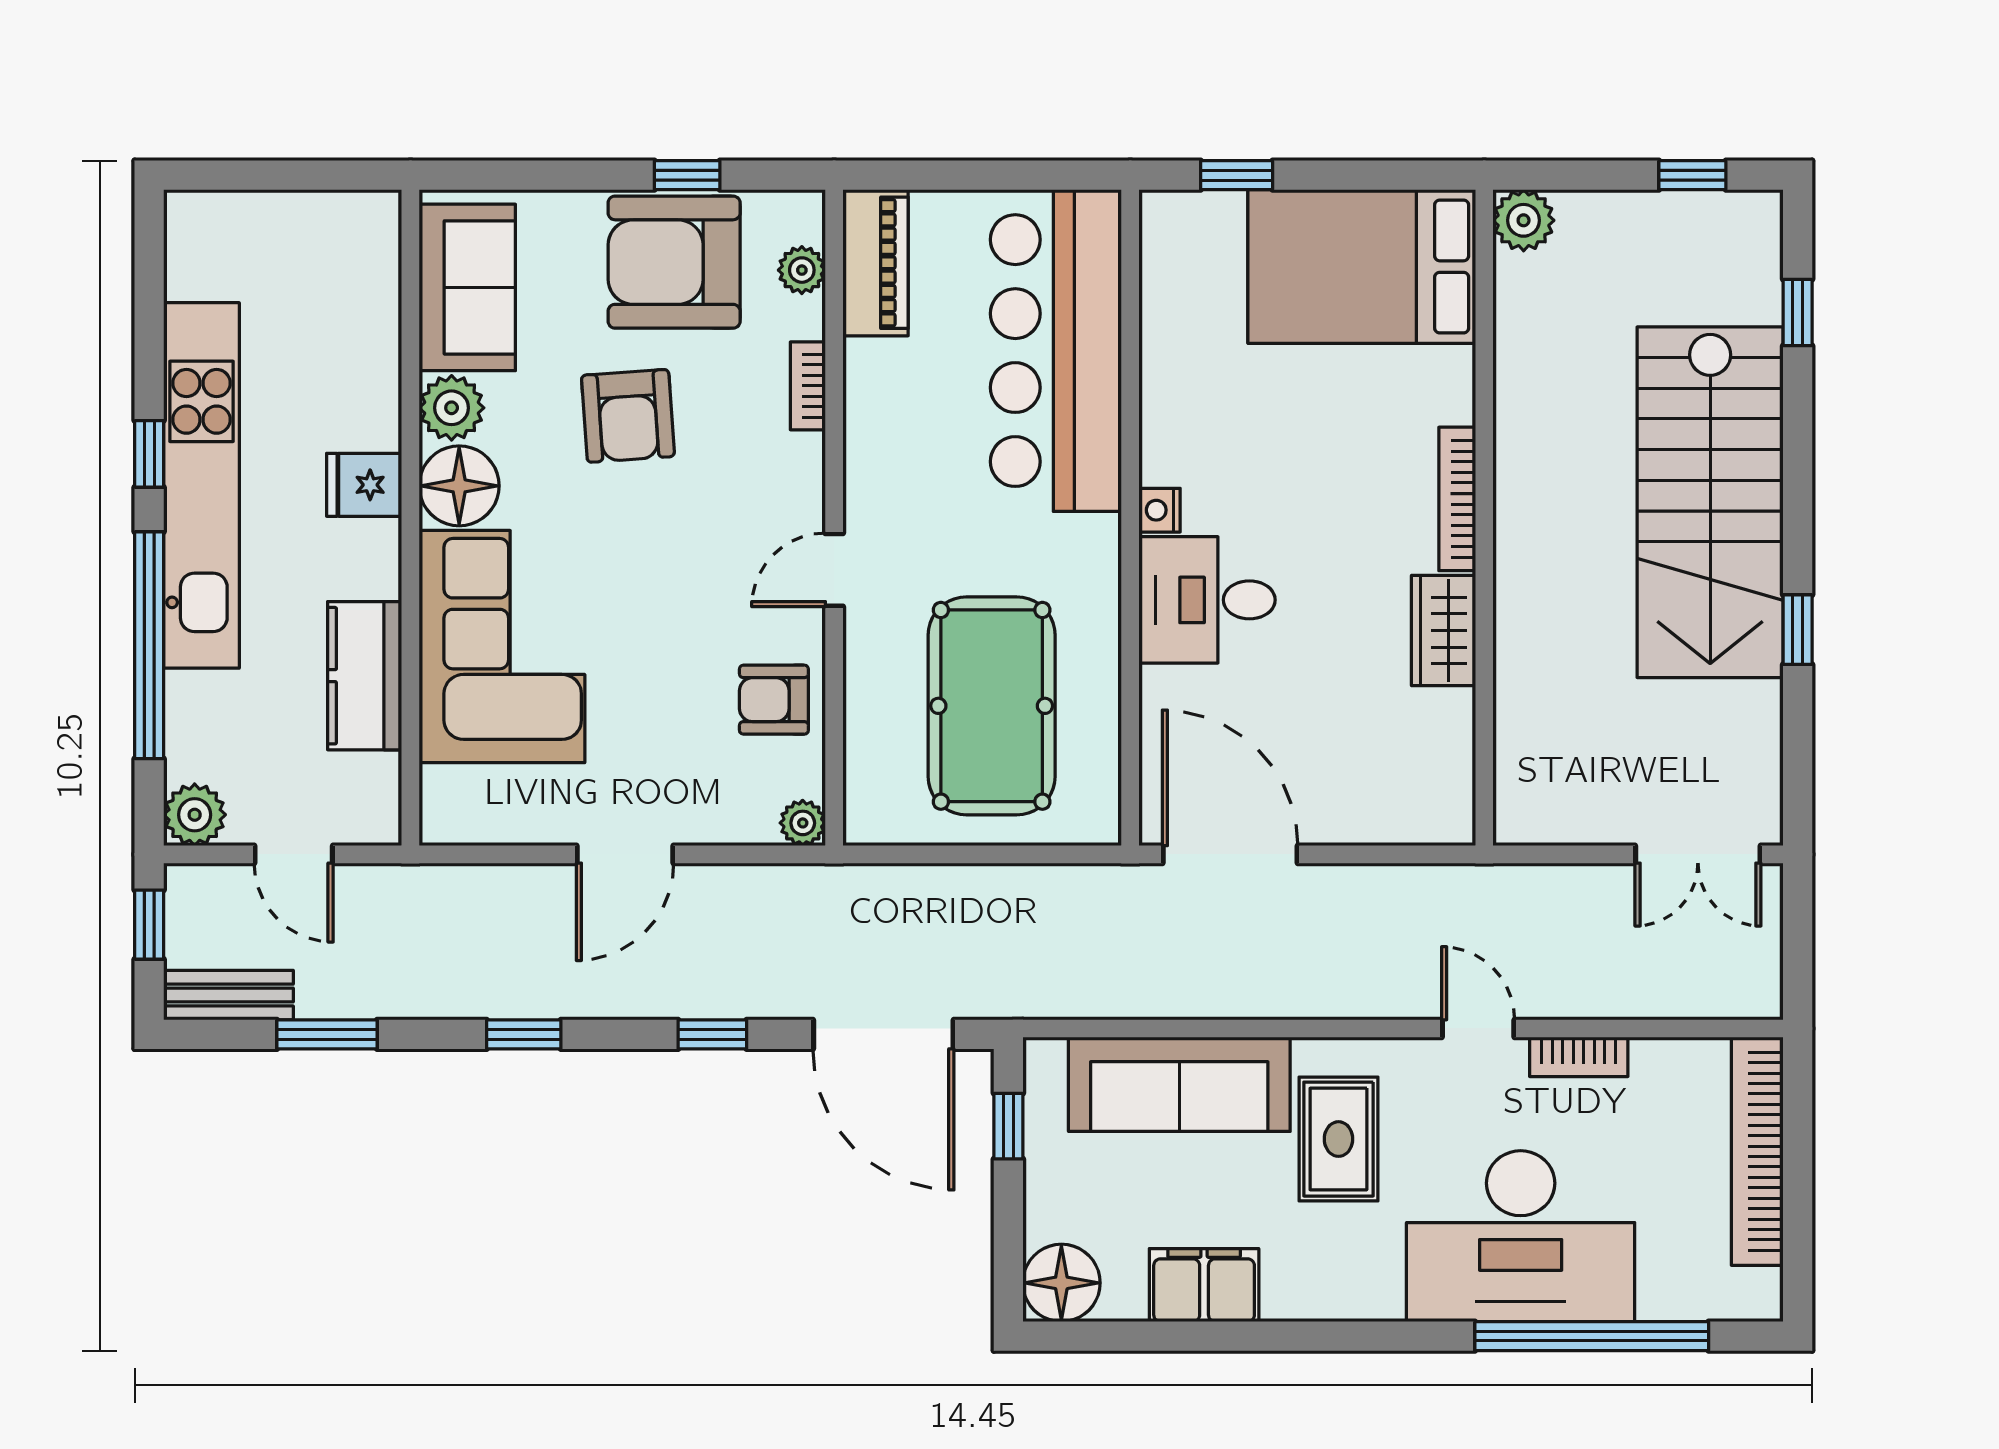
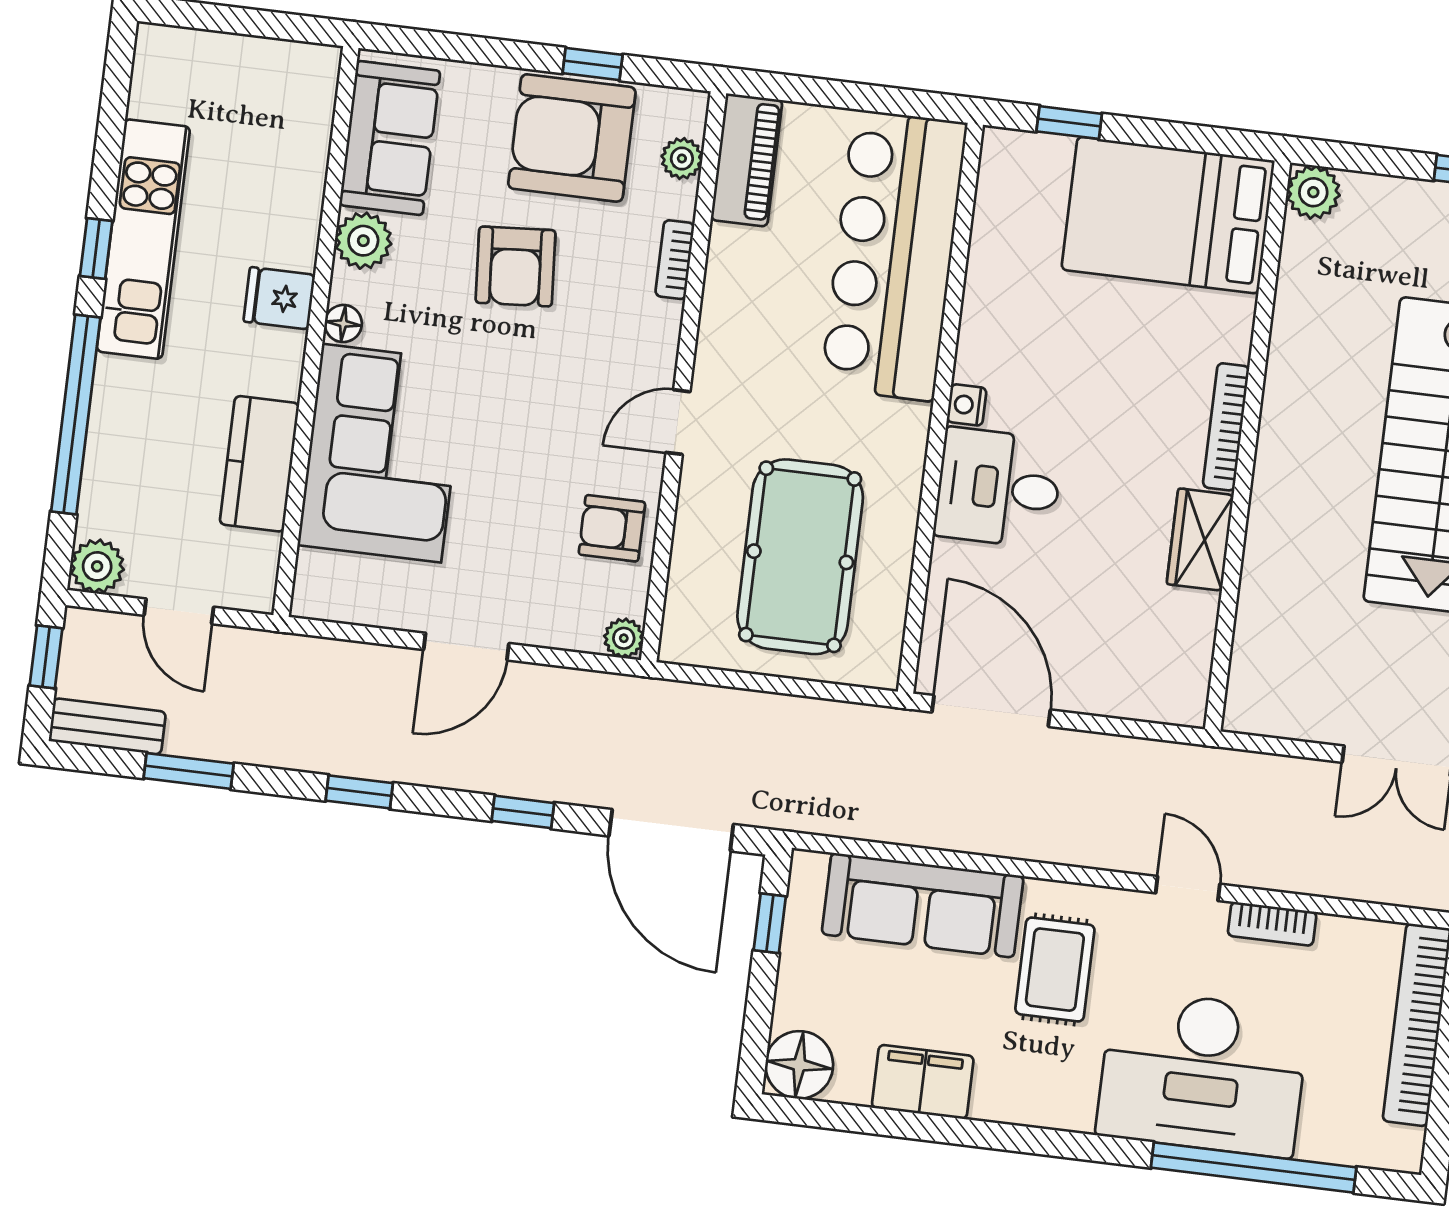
kitchen unit: (201, 485) -> (143, 239), width x0.73
floor lamp: (459, 486) -> (343, 323), width x0.53, depth x0.53

